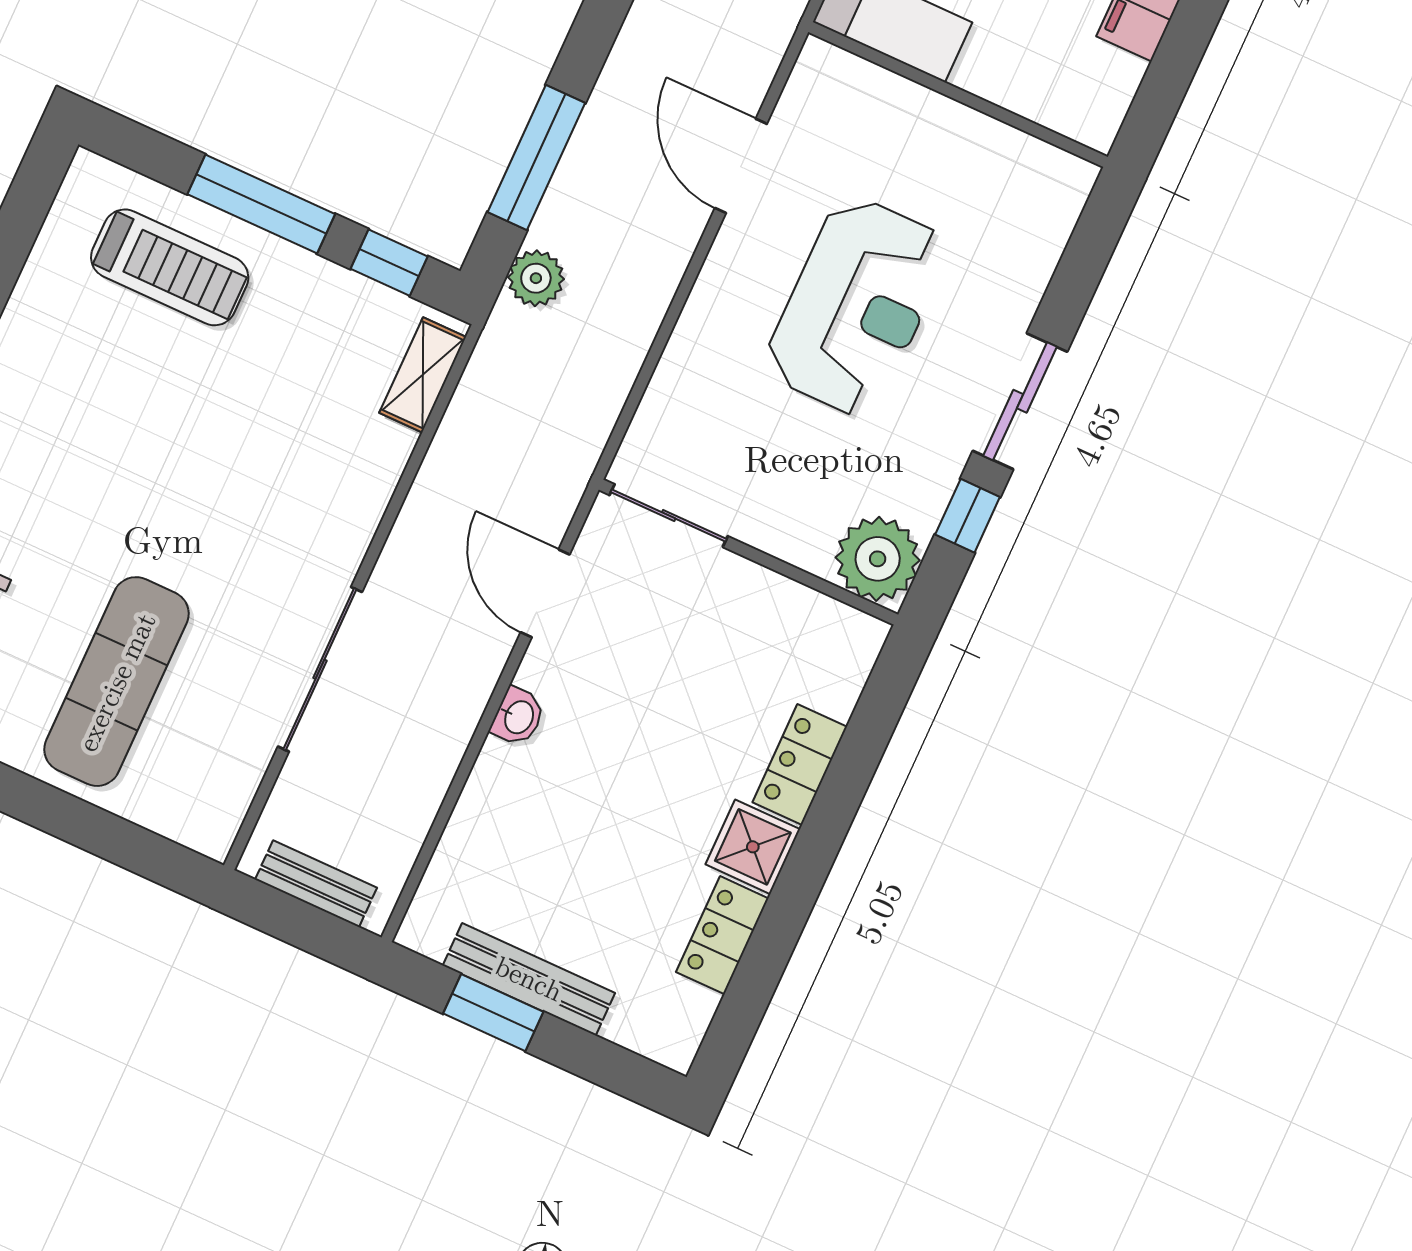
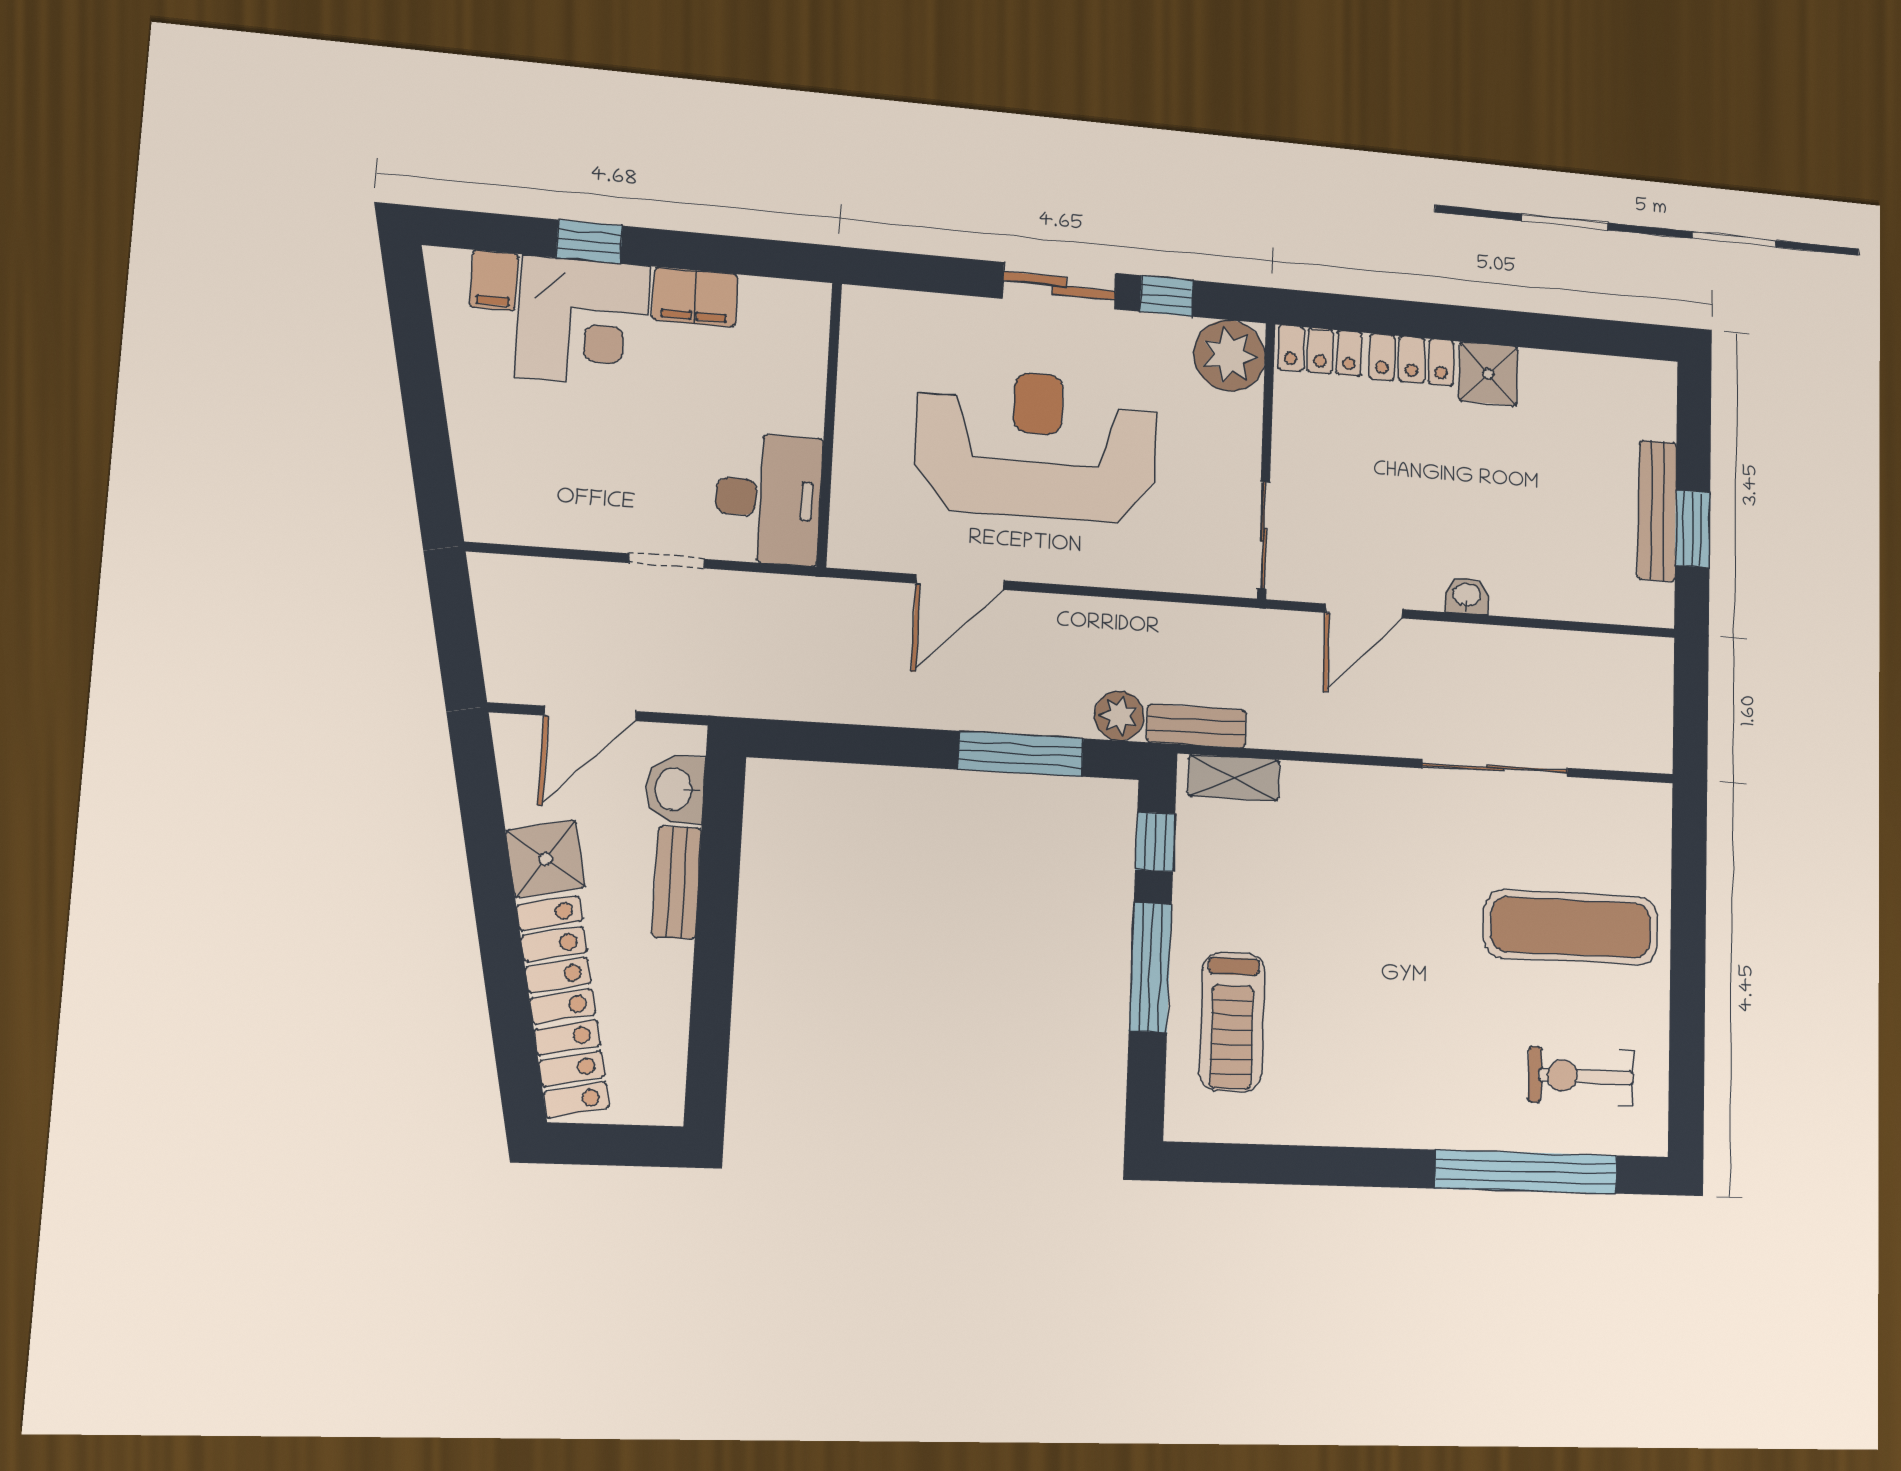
treadmill: (170, 267) -> (1232, 1022), turned 180
reception desk: (857, 306) -> (1036, 445), width x1.36, depth x1.30
bench: (316, 884) -> (1196, 726), moved, turned 90
locker: (722, 935) -> (1320, 351), moved

